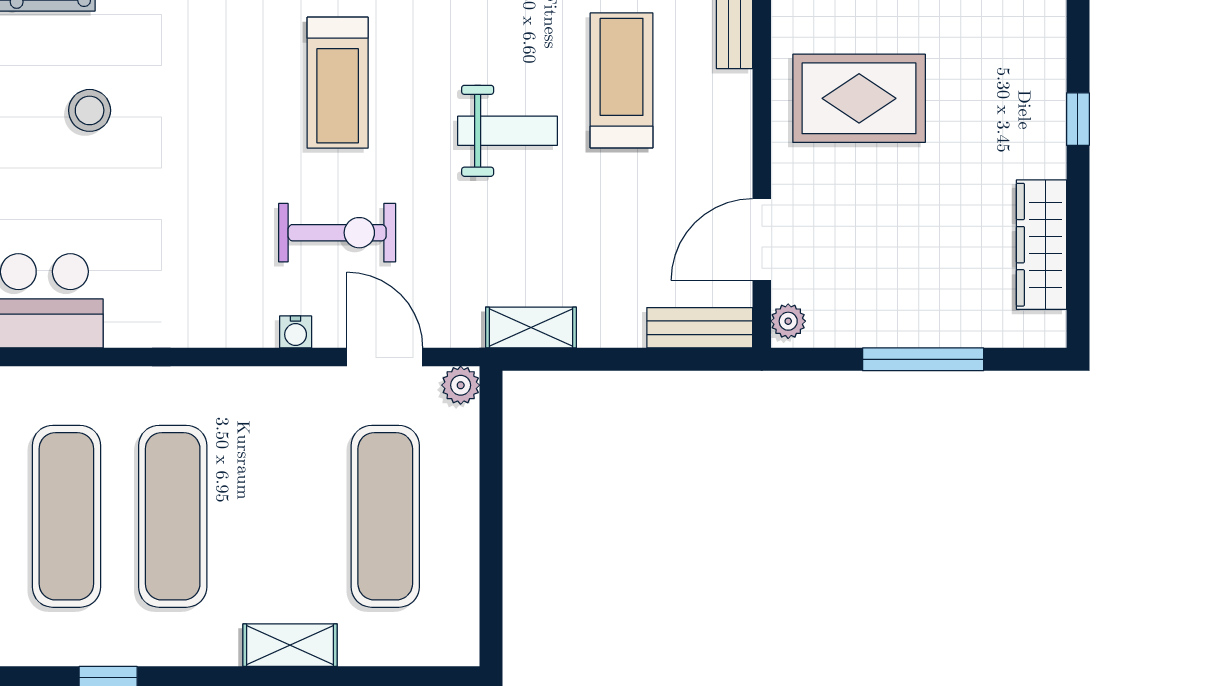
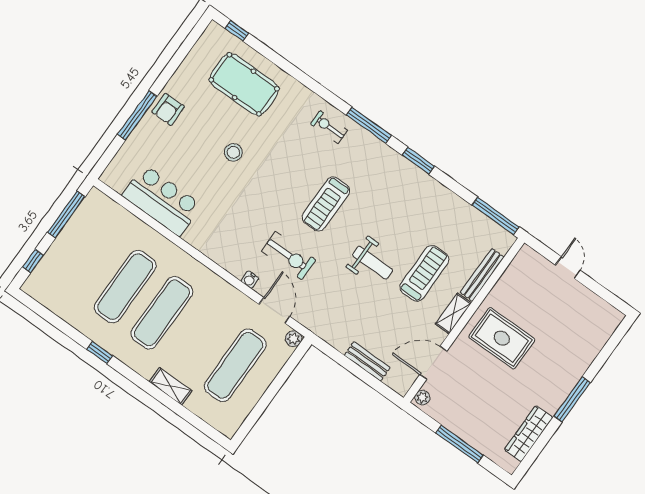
window: (1078, 119) -> (572, 399), width x2.17
shelving: (531, 328) -> (453, 314), moved, turned 90
bench: (700, 328) -> (367, 361), moved

